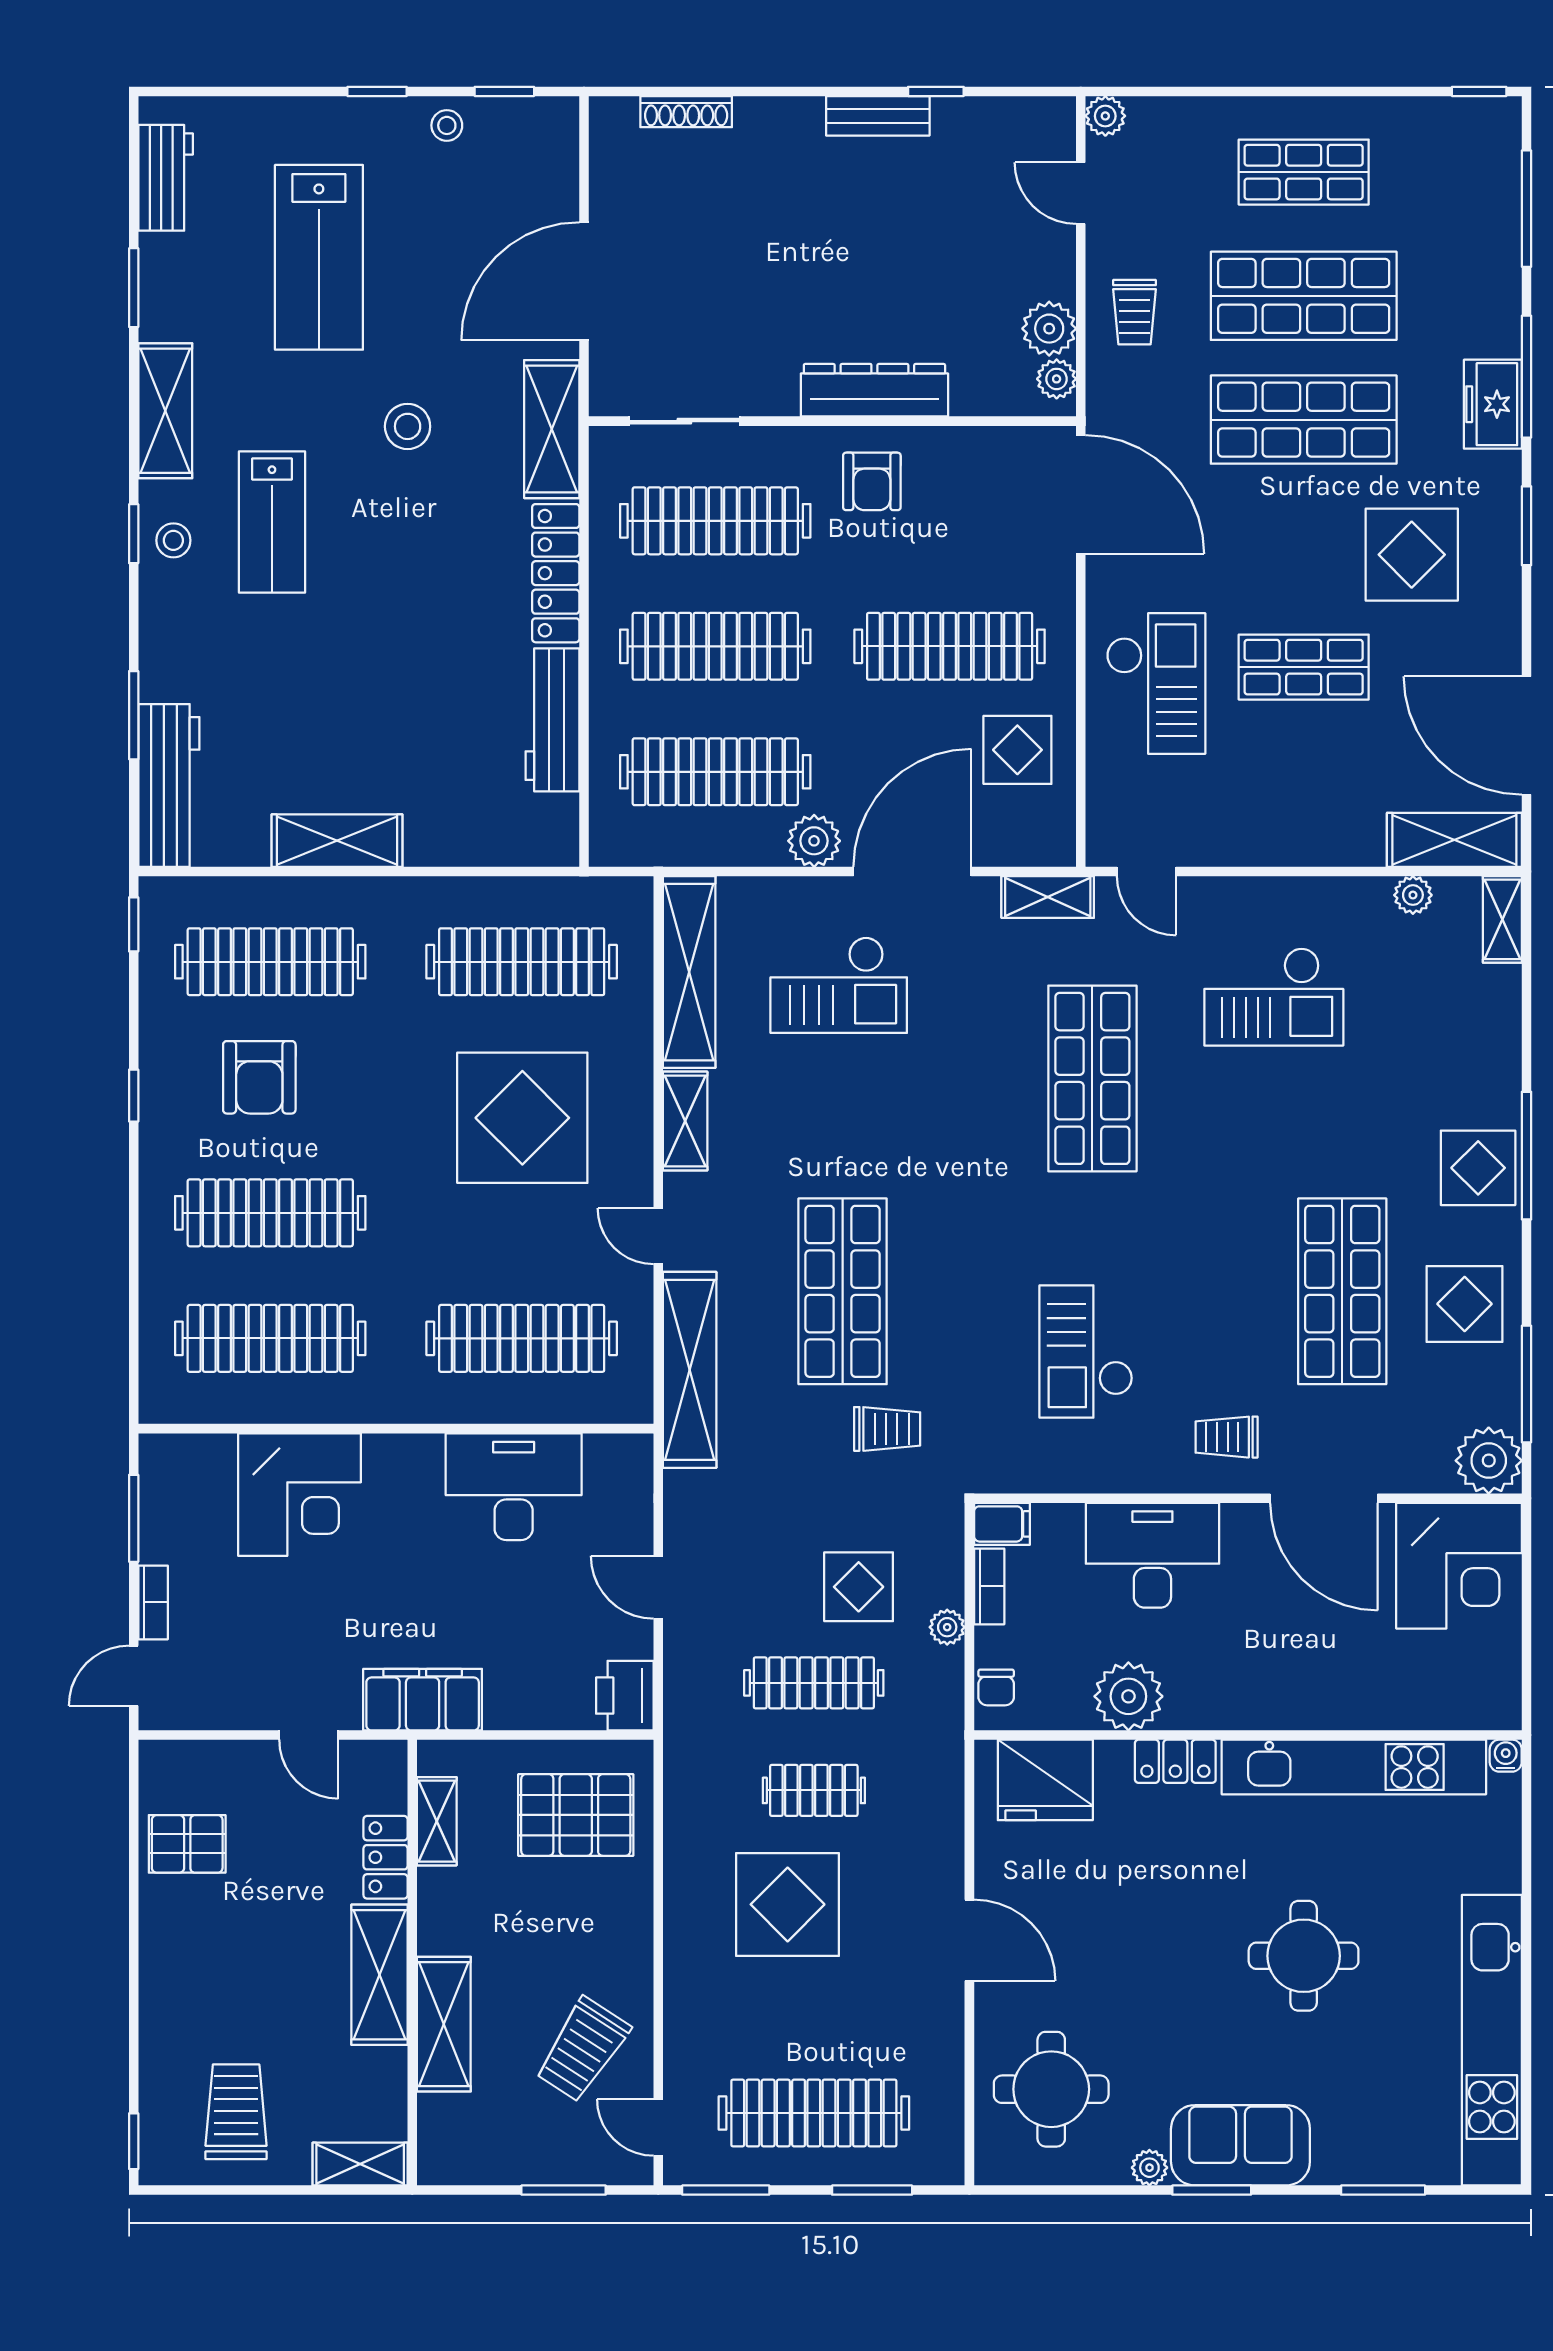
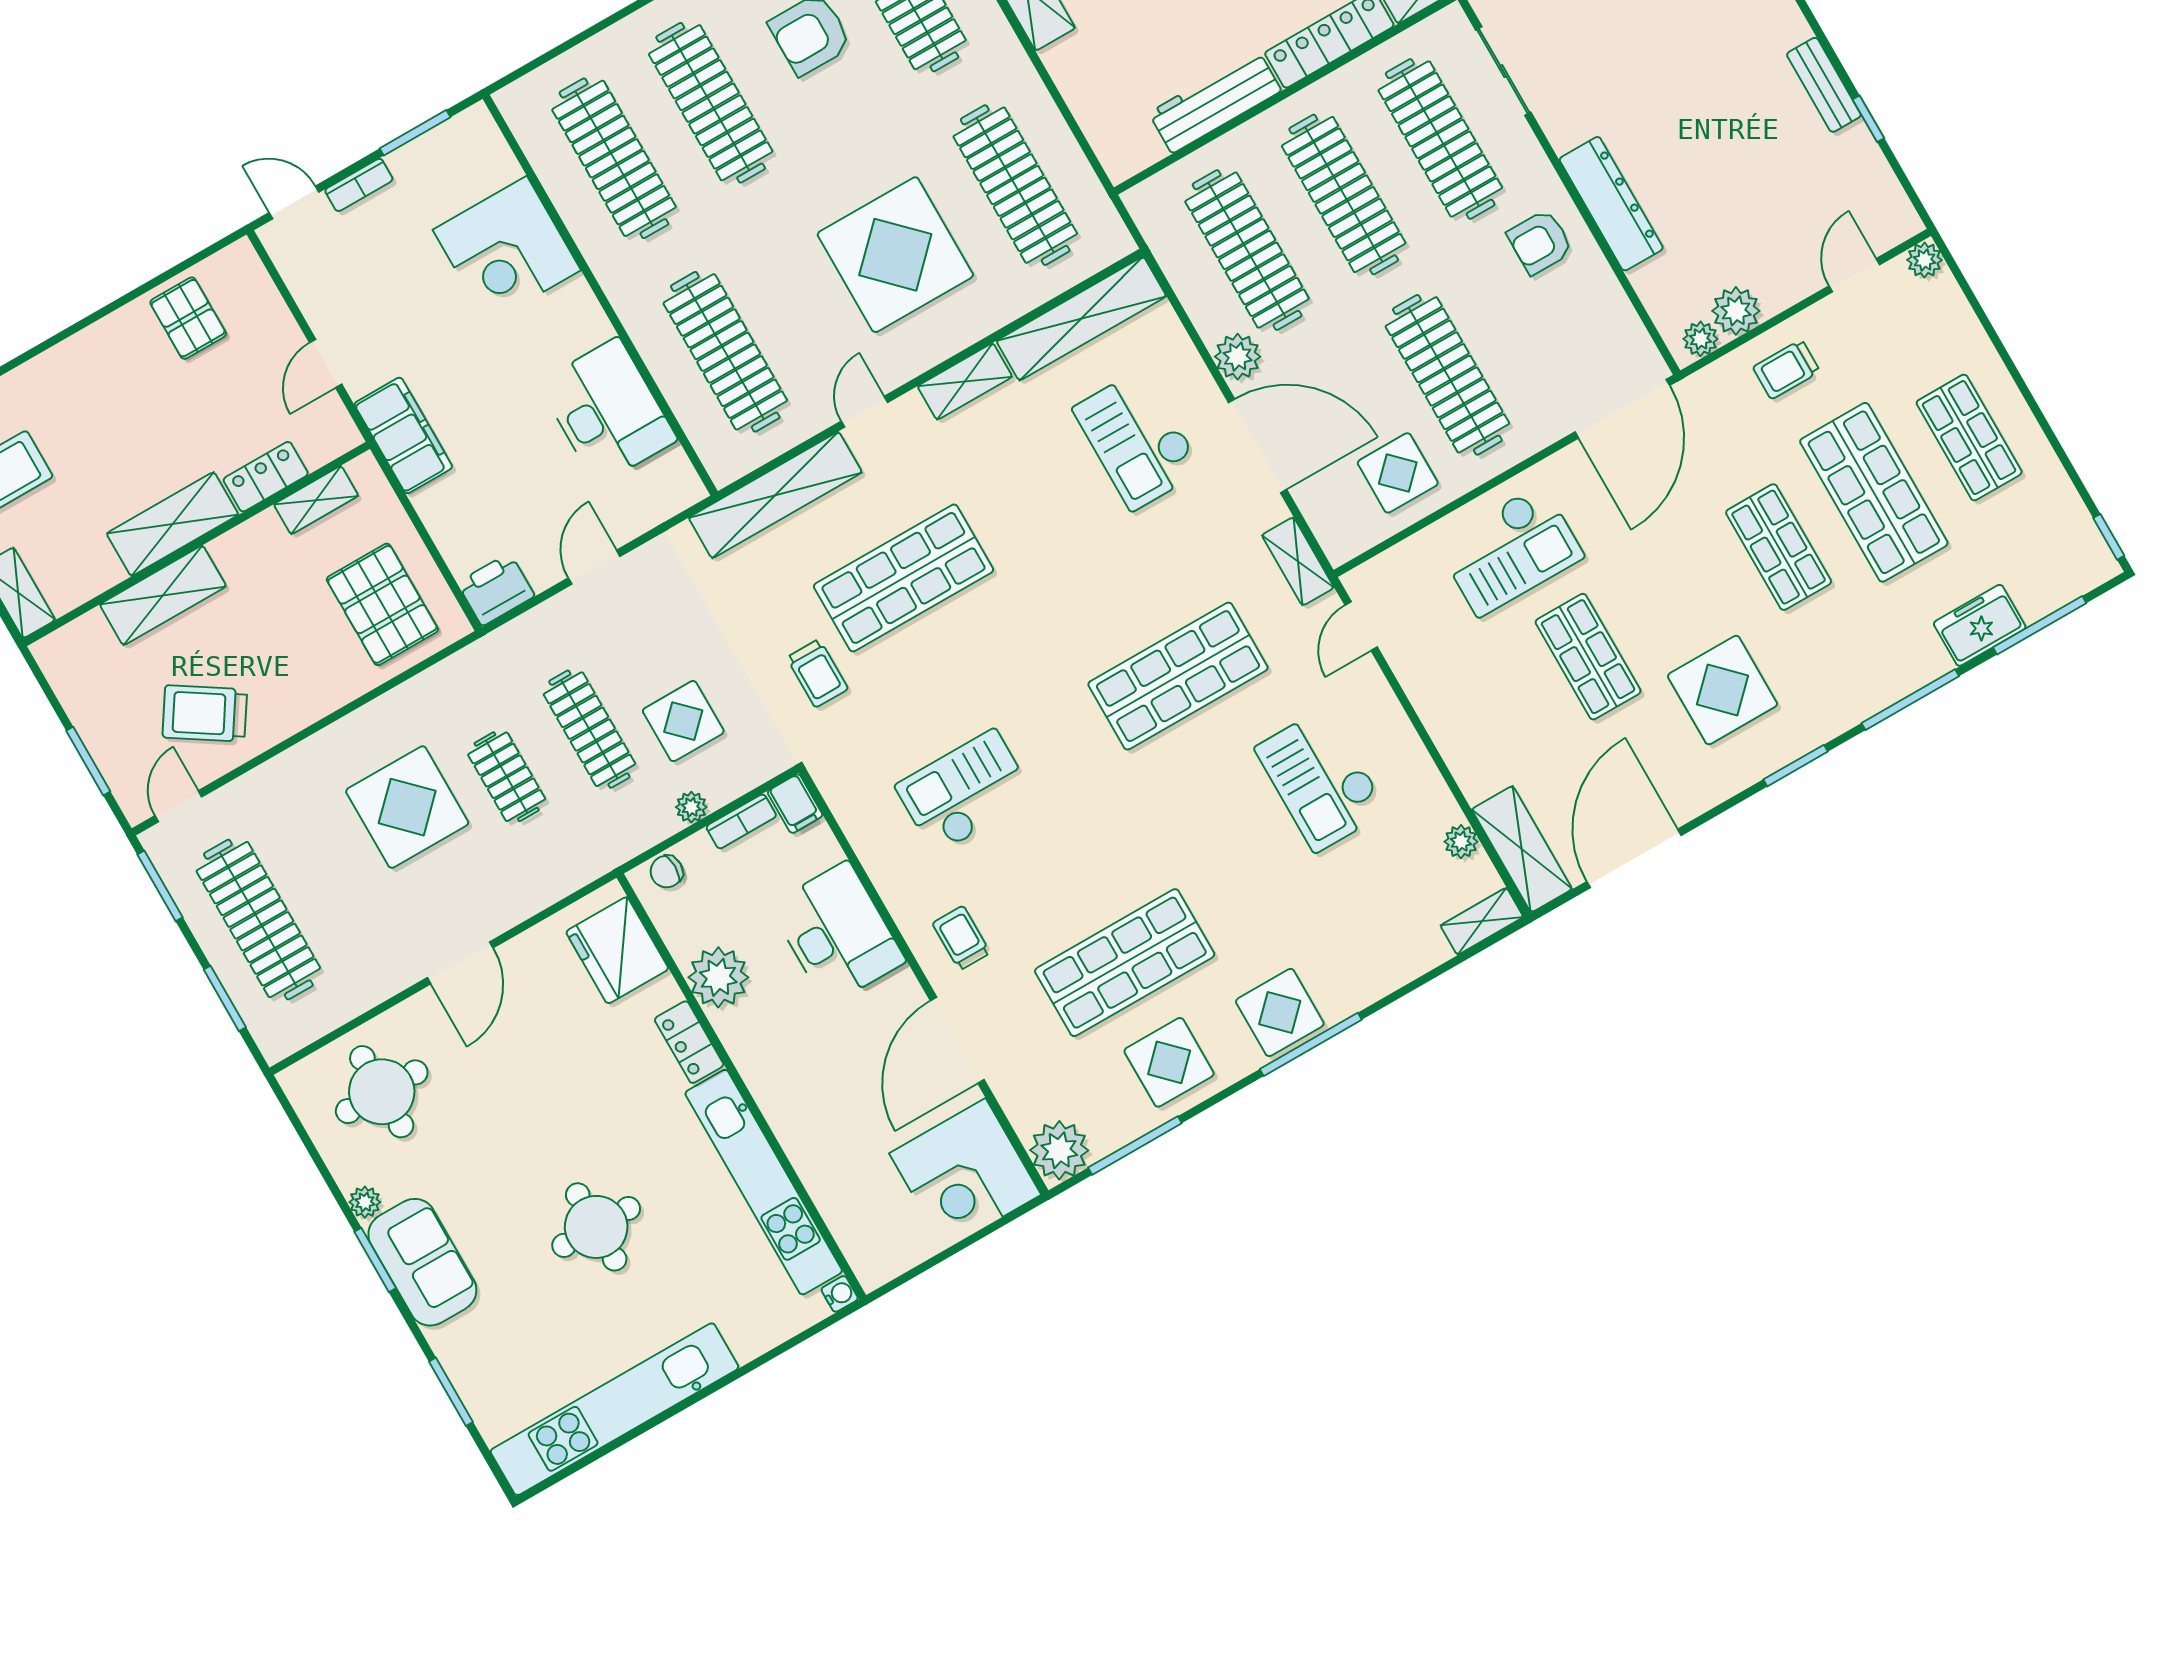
freezer: (1493, 404) -> (1980, 625), moved
shop shelf: (1304, 420) -> (1779, 547), width x0.70, depth x0.74

